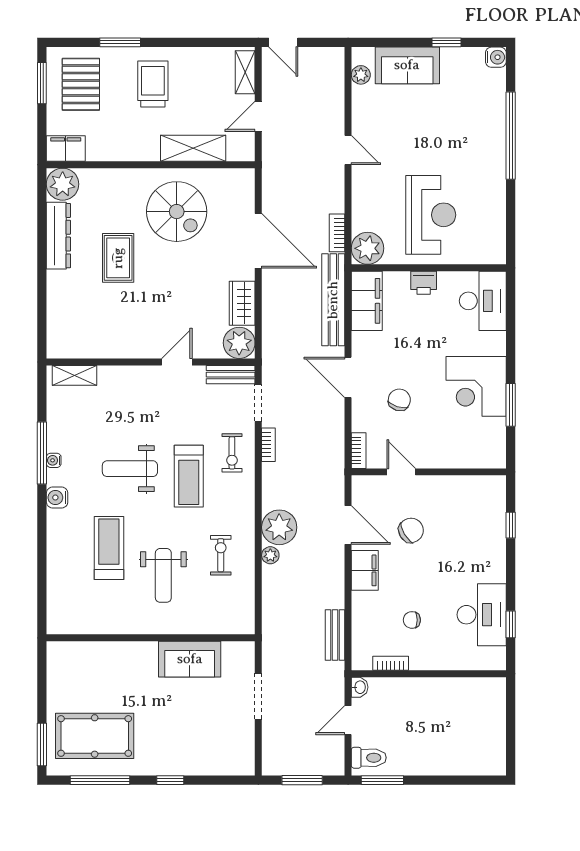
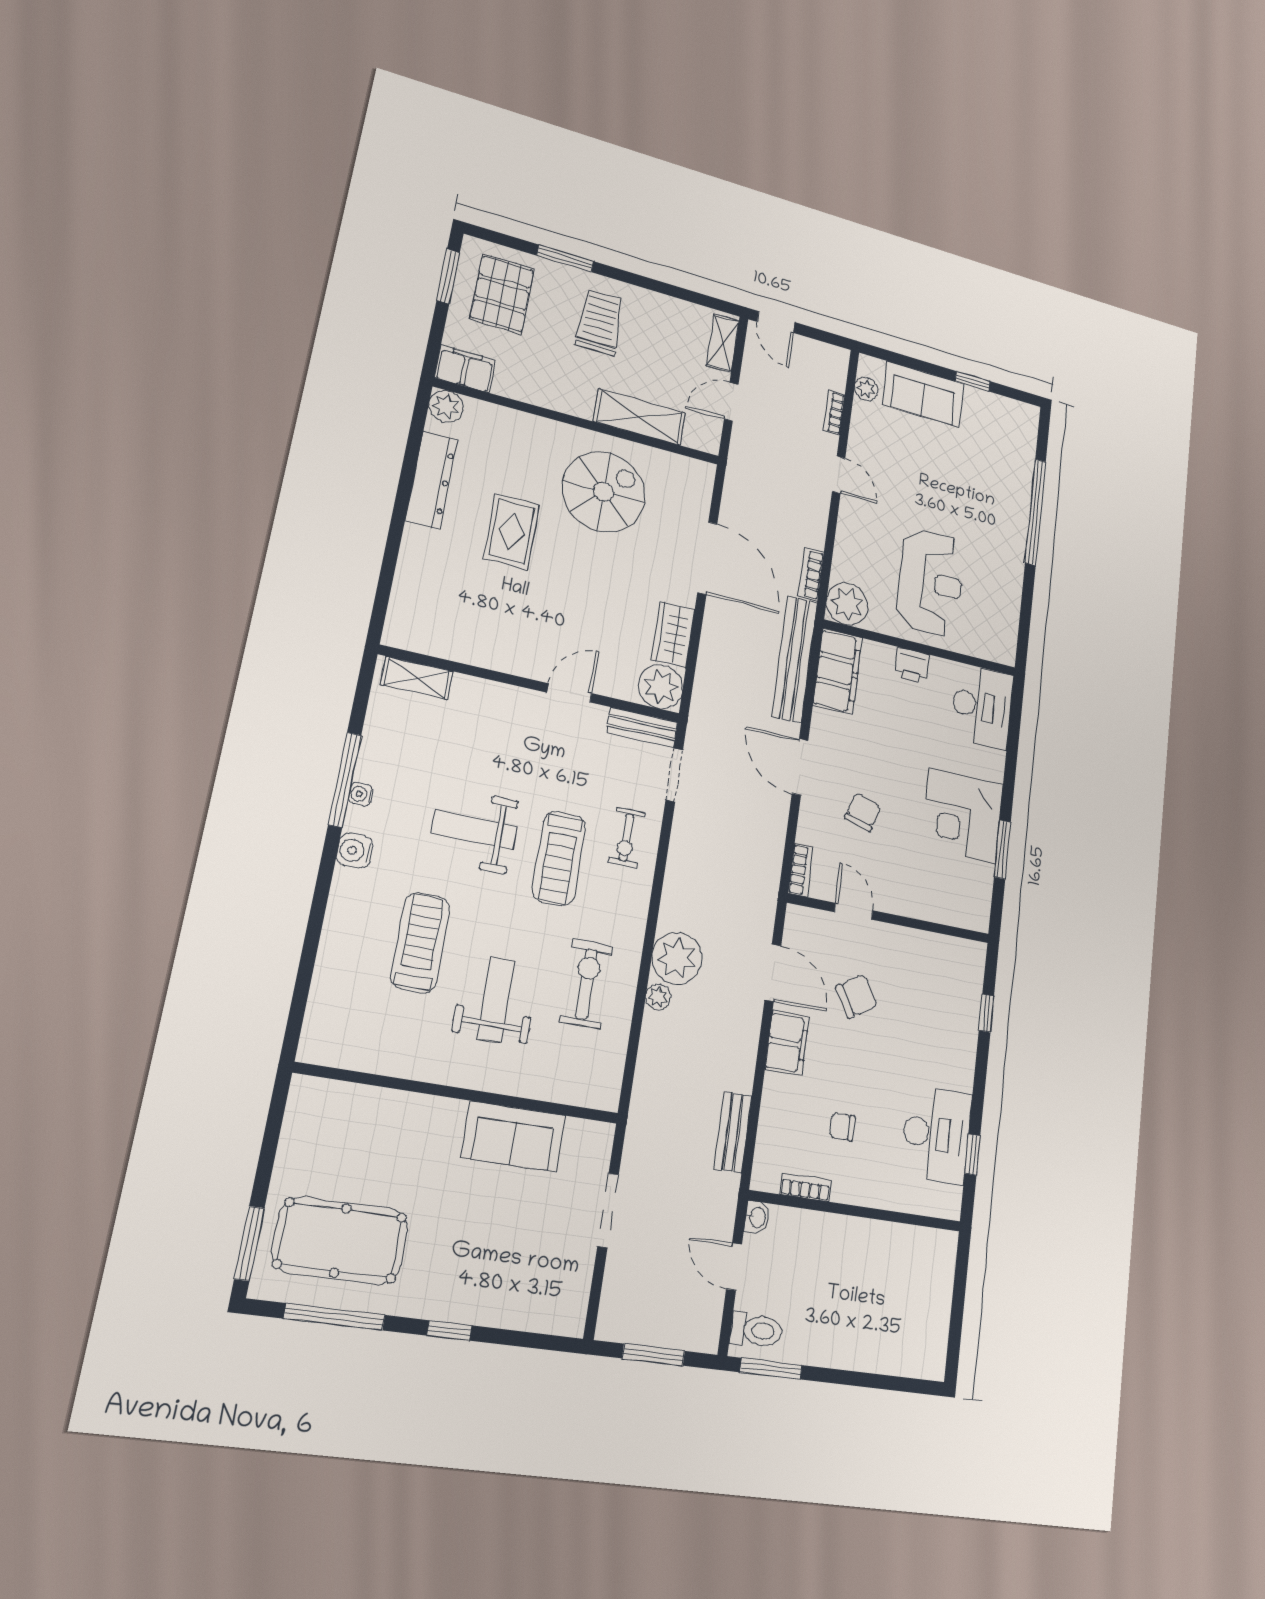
water cooler: (496, 57) -> (1028, 415), removed
plant: (63, 184) -> (446, 406), width x0.73, depth x0.73
spiral stairs: (177, 212) -> (604, 492), turned -90
bookcase: (268, 445) -> (834, 413), moved, turned 180
exercise bike: (221, 555) -> (586, 984), width x1.38, depth x1.39
weight bench: (163, 575) -> (496, 999), turned 180
door: (348, 720) -> (734, 1267), hinge flipped

